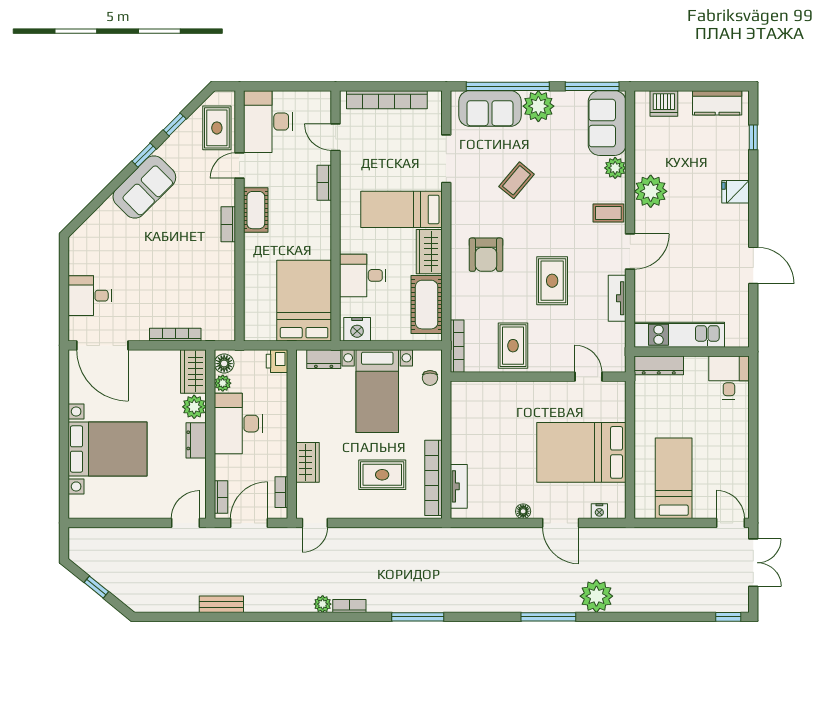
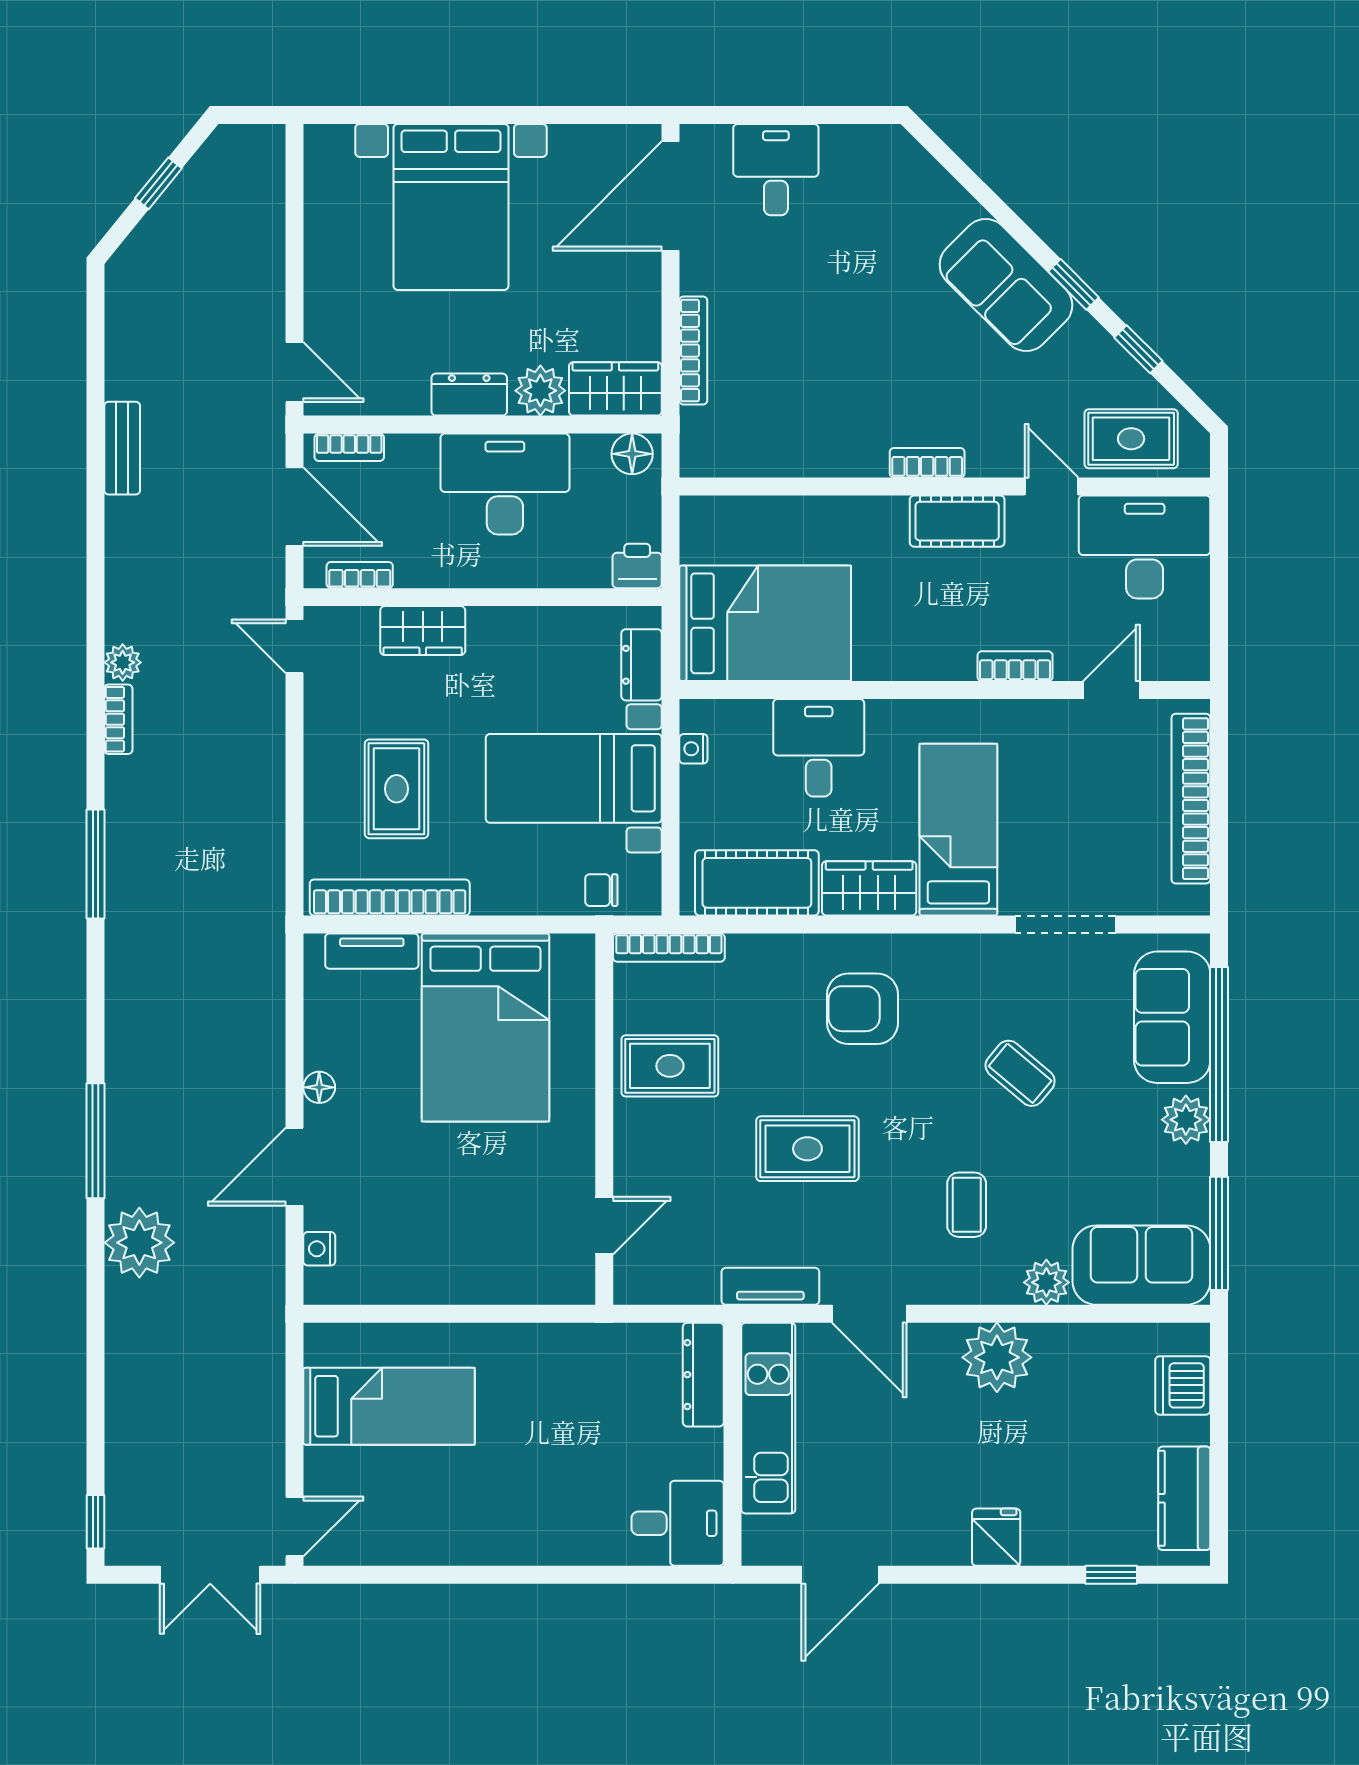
plant: (538, 106) -> (1186, 1120), width x0.73, depth x0.73
coffee table: (608, 213) -> (967, 1205), moved
nightstand: (357, 329) -> (693, 749), width x0.53, depth x0.56
kitchen unit: (679, 335) -> (768, 1418), moved
wall: (692, 352) -> (732, 1444), moved
dresser: (659, 365) -> (703, 1375), moved
desk: (729, 378) -> (678, 1523), moved
plant: (223, 383) -> (590, 451), removed
bed: (581, 452) -> (485, 1027), moved, turned 180

